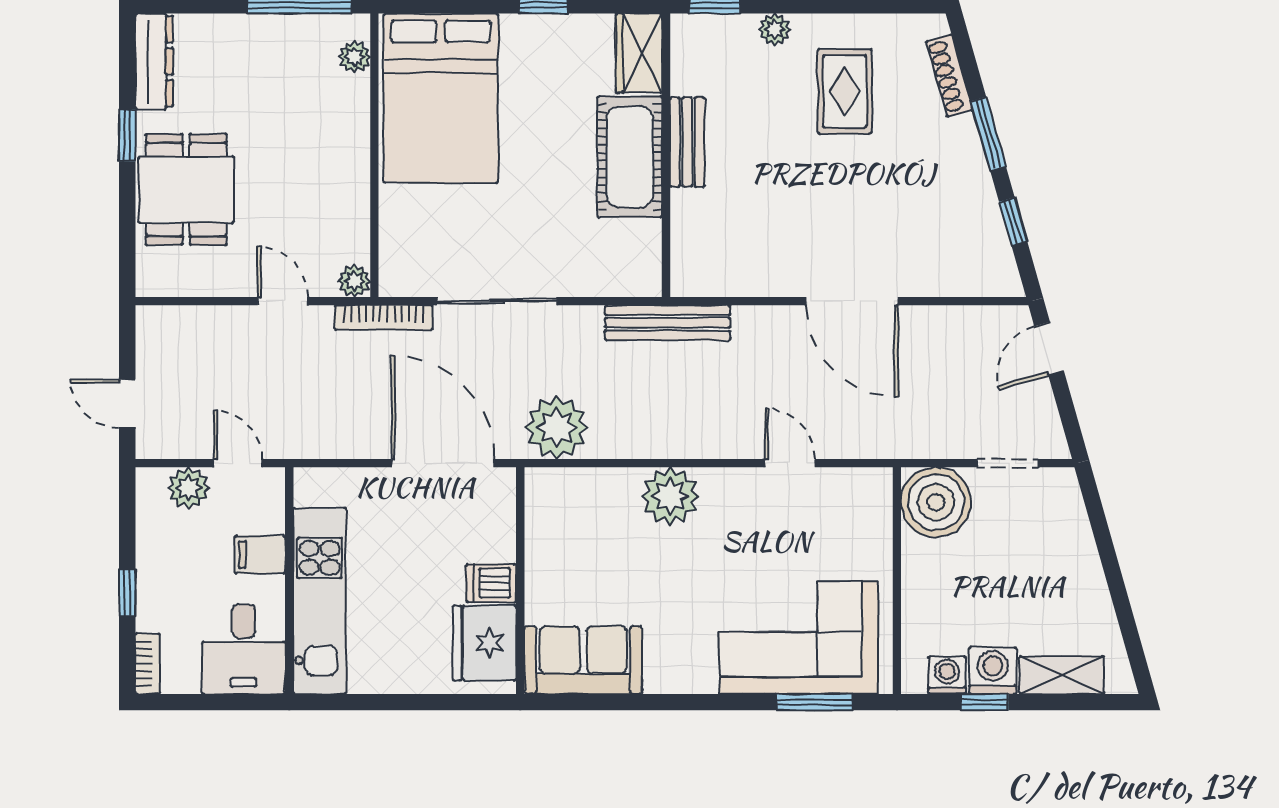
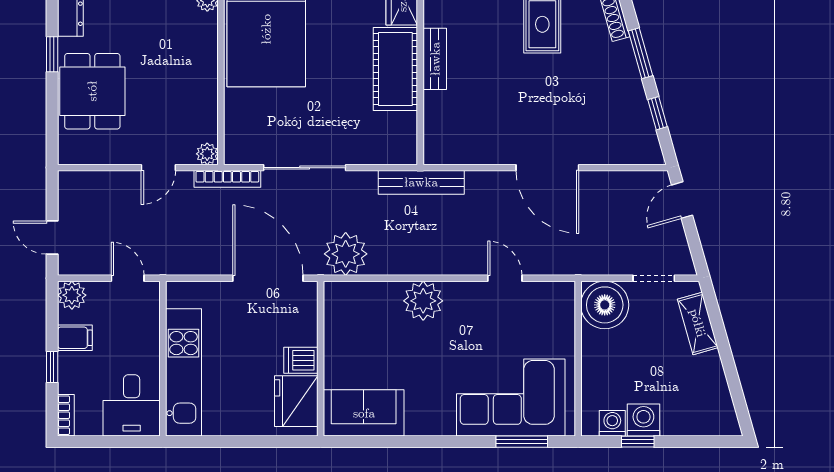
door: (283, 301) -> (158, 168), swing flipped
plant: (189, 488) -> (72, 295), moved
filing cabinet: (260, 554) -> (75, 338), moved, turned 180
shelving: (1062, 675) -> (698, 323), moved, turned 74

